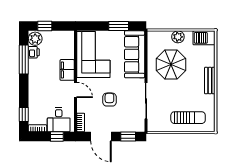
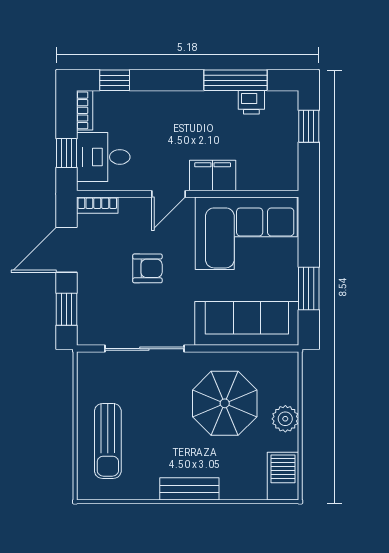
plant: (35, 39) -> (281, 105), removed

